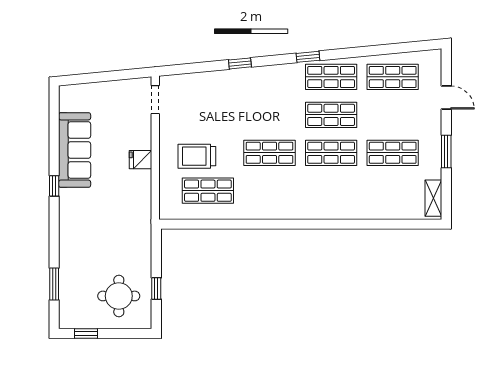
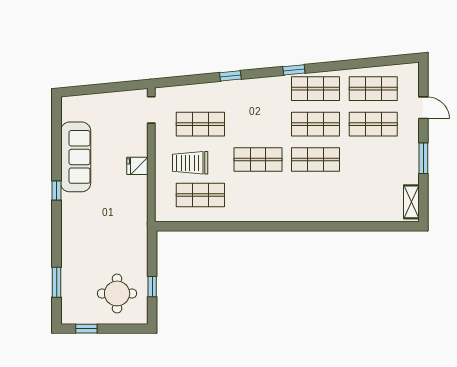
shop shelf: (208, 115) -> (200, 124), added
shop shelf: (393, 153) -> (373, 124), moved

